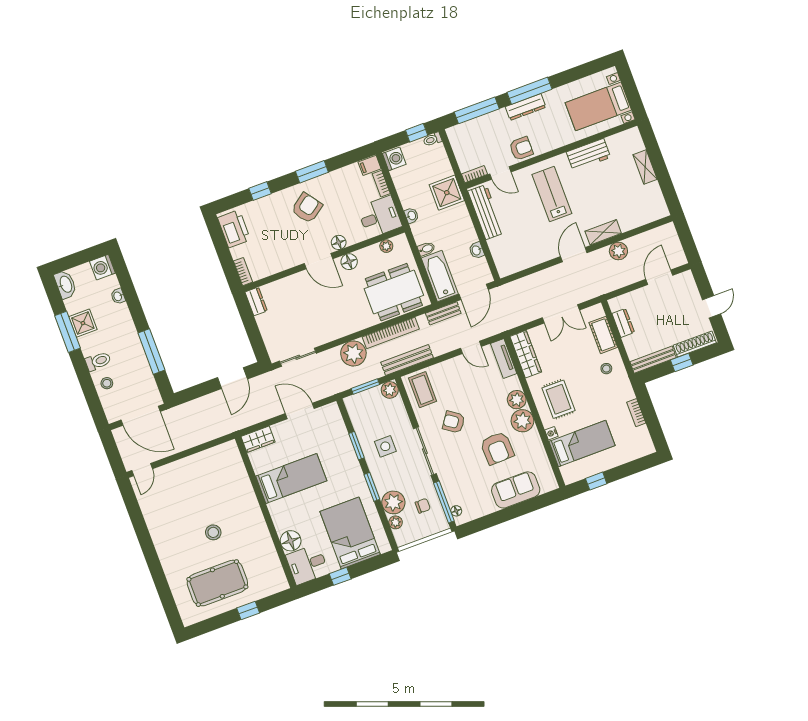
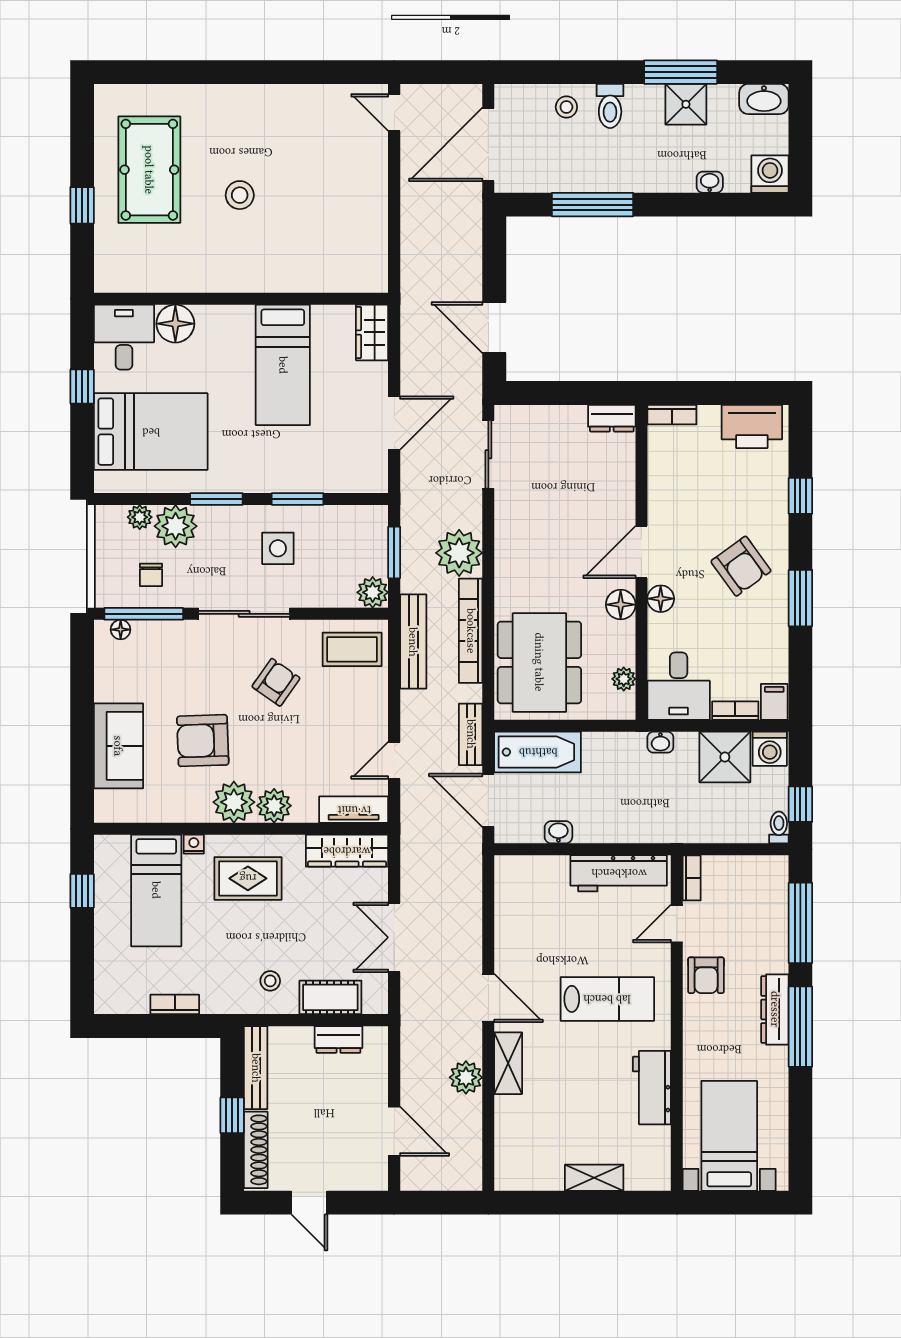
shower: (447, 193) -> (725, 757), moved
bidet: (426, 249) -> (593, 746), removed

